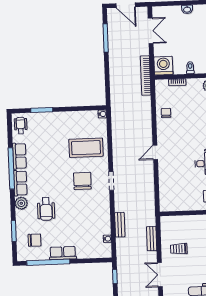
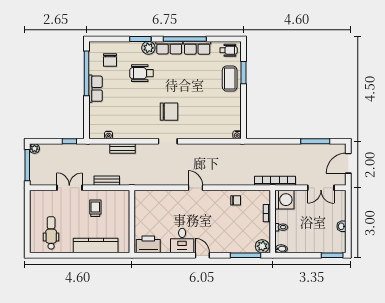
coffee table: (86, 148) -> (230, 79), moved, width x0.73, depth x0.76
window: (14, 231) -> (140, 39), moved

